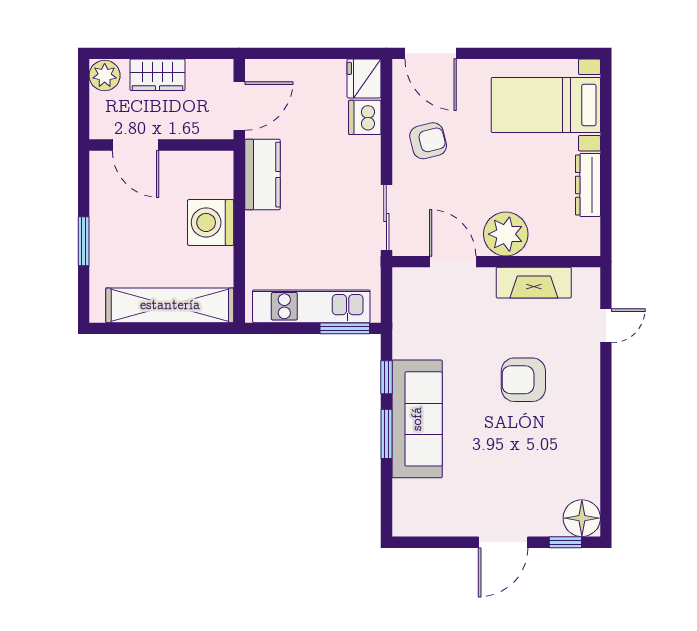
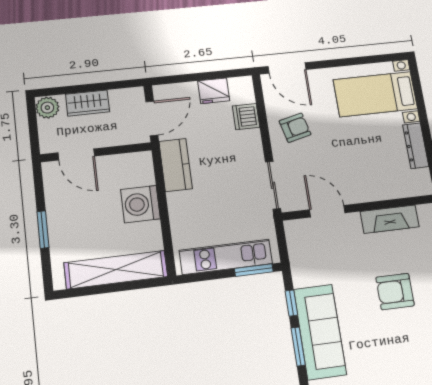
fridge: (364, 78) -> (214, 91), moved, turned -90
plant: (506, 234) -> (363, 187), removed

